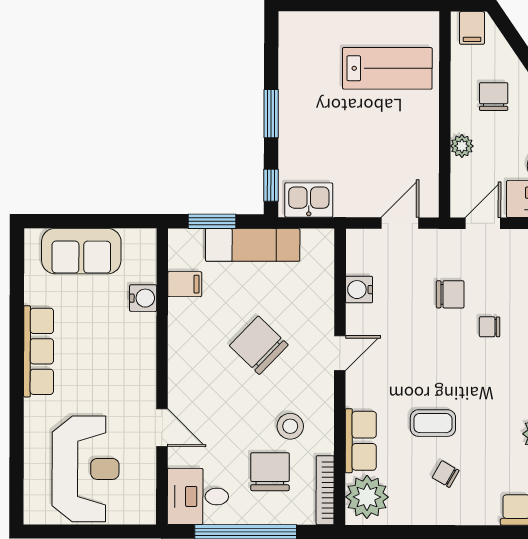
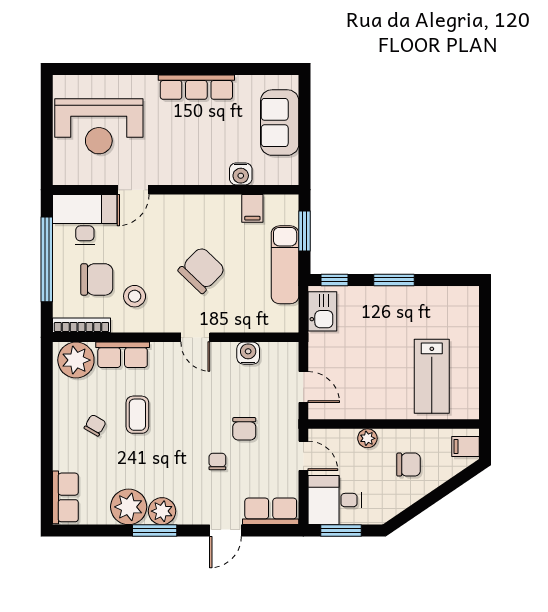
desk: (198, 496) -> (85, 220), width x1.37

